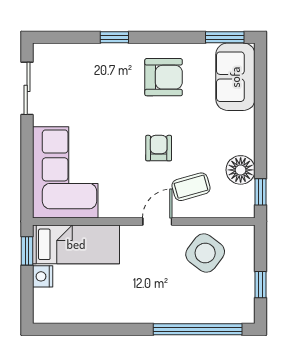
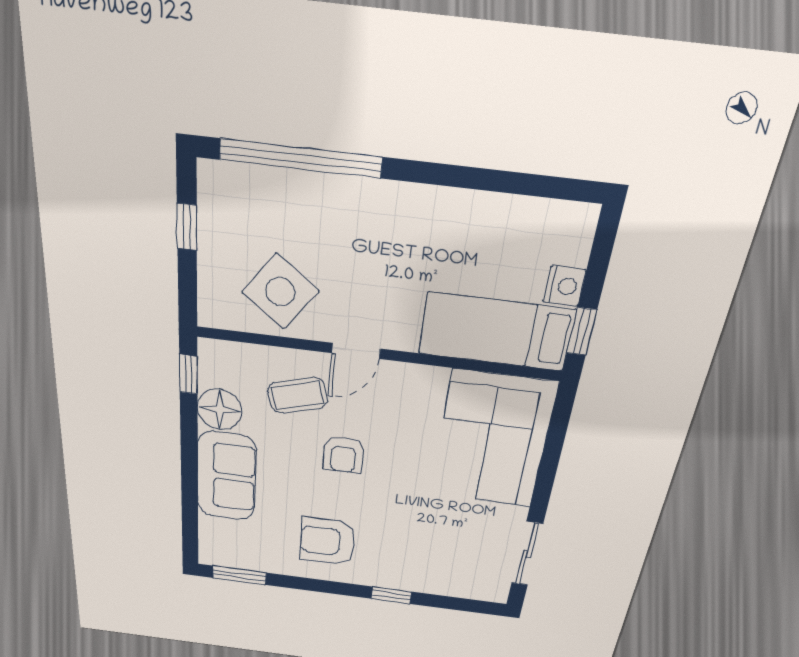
sofa: (235, 77) -> (226, 476), moved

